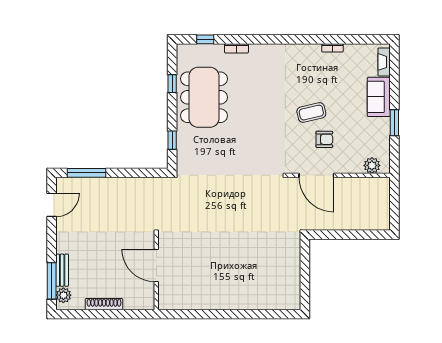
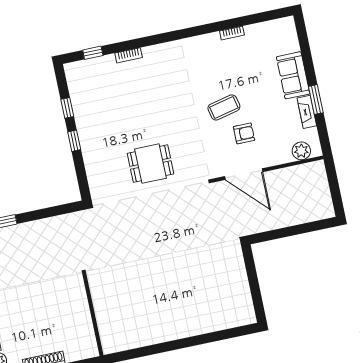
fireplace: (384, 62) -> (307, 112), moved
dining table: (204, 97) -> (150, 164), moved, width x0.53, depth x0.80
window: (172, 140) -> (74, 141), moved
door: (156, 265) -> (91, 308), removed

